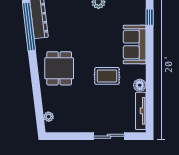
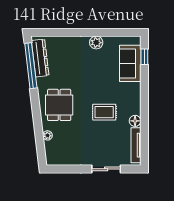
sofa: (135, 44) -> (130, 63), moved
plant: (49, 117) -> (47, 135), moved

